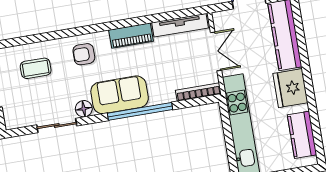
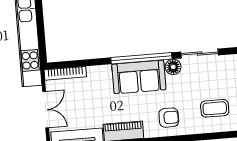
double door: (216, 51) -> (46, 110), swing flipped
window: (140, 111) -> (141, 58), moved

